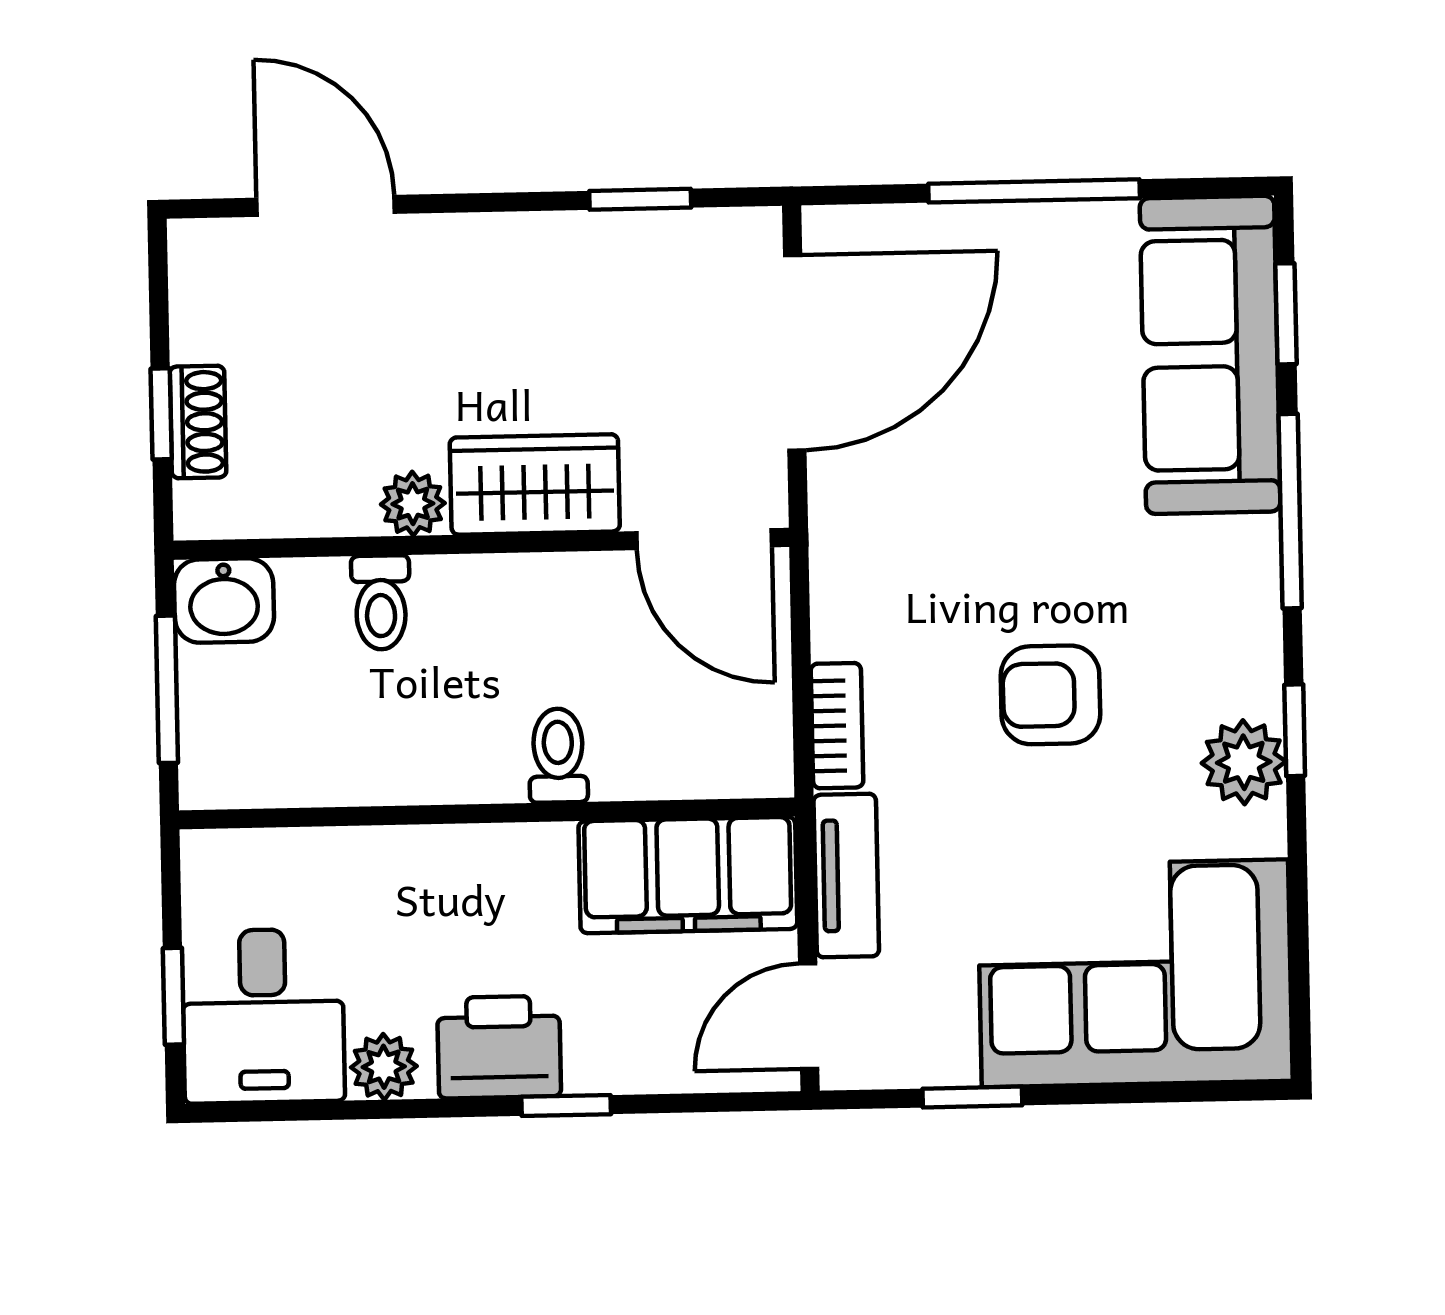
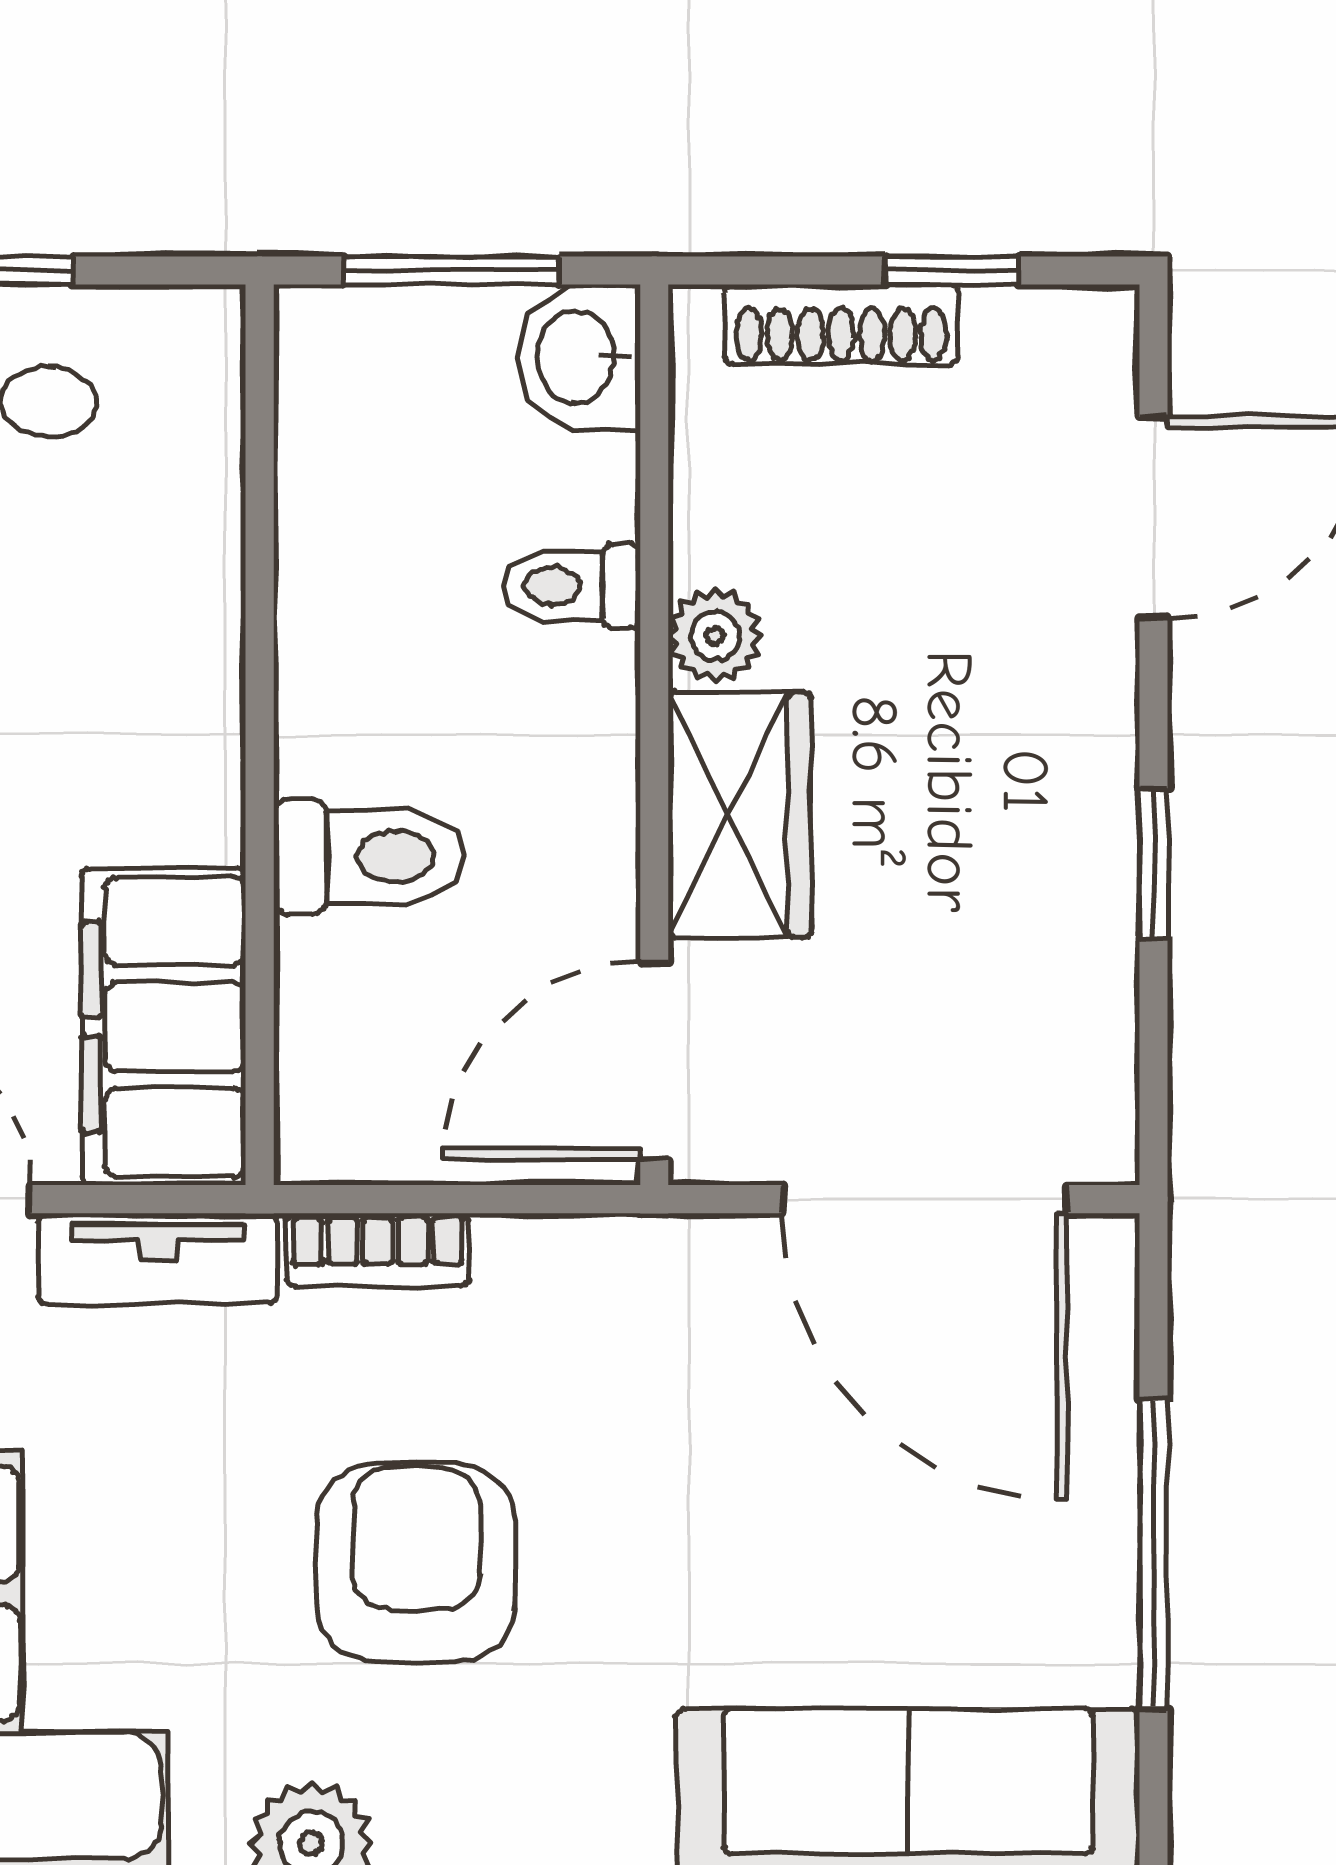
window: (640, 199) -> (1153, 863), moved
window: (161, 414) -> (952, 271), moved
shoe rack: (198, 422) -> (841, 324), width x1.43
armchair: (1050, 695) -> (416, 1563), width x1.38, depth x1.38
toilet: (558, 756) -> (369, 856), width x1.37, depth x1.39

